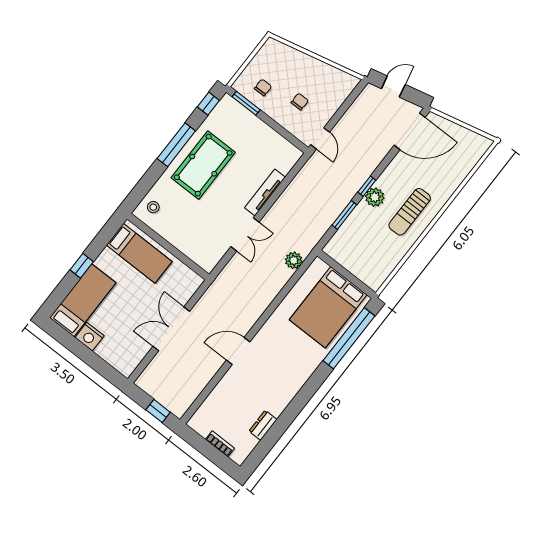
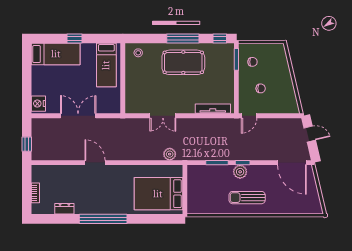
tv unit: (265, 193) -> (213, 109), moved
nightstand: (90, 337) -> (38, 104), moved
window: (349, 338) -> (103, 219), moved

